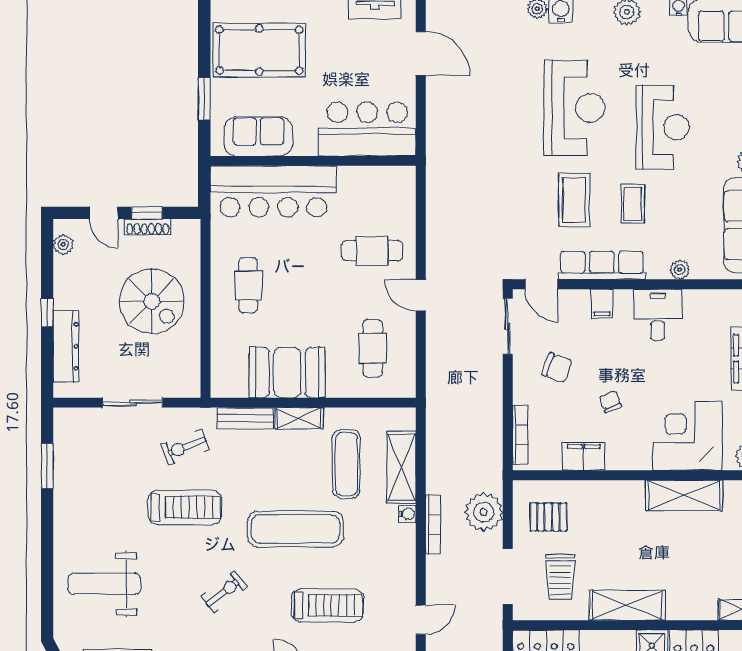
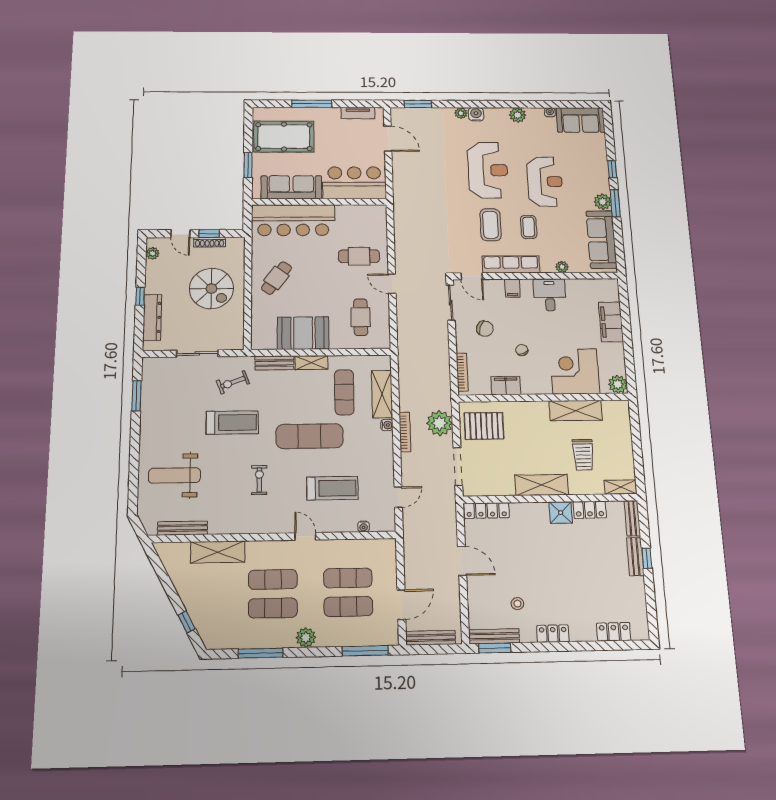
sofa: (258, 136) -> (291, 187), width x1.36
cafe table: (248, 285) -> (277, 278), turned 36
pallet: (548, 517) -> (484, 426), width x1.50, depth x1.42
trolley: (560, 577) -> (583, 455), moved
exercise bike: (224, 592) -> (259, 480), turned -52

